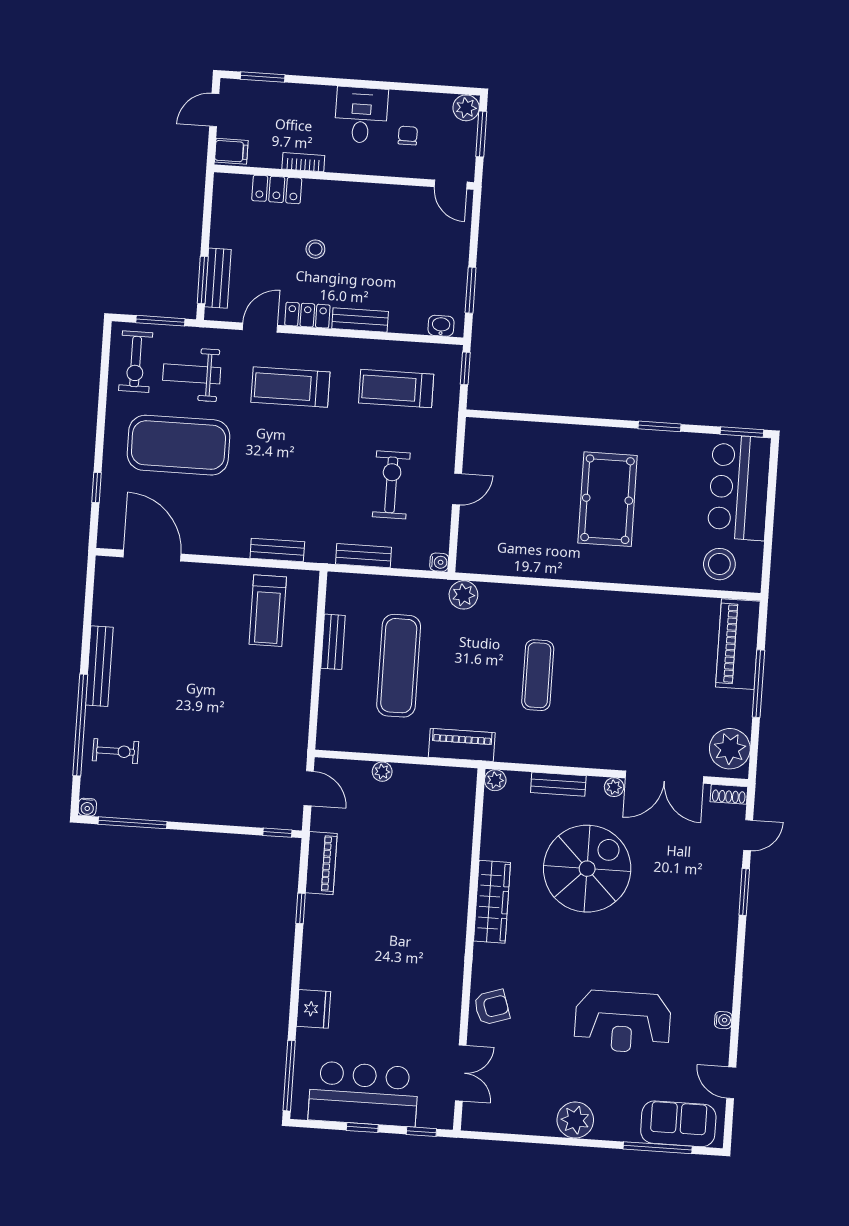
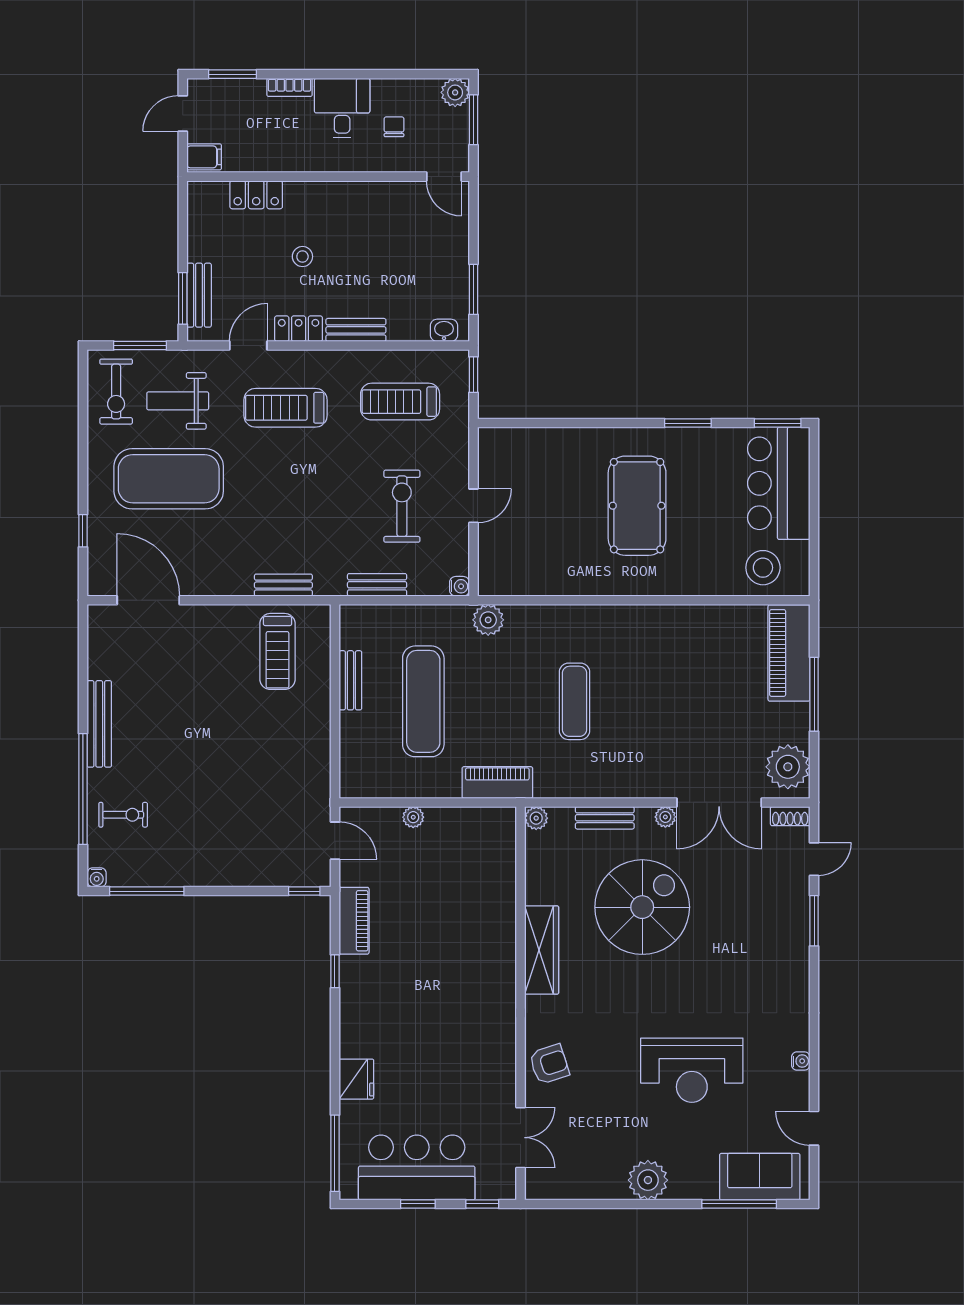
bookcase: (303, 162) -> (290, 87), moved, turned 180

